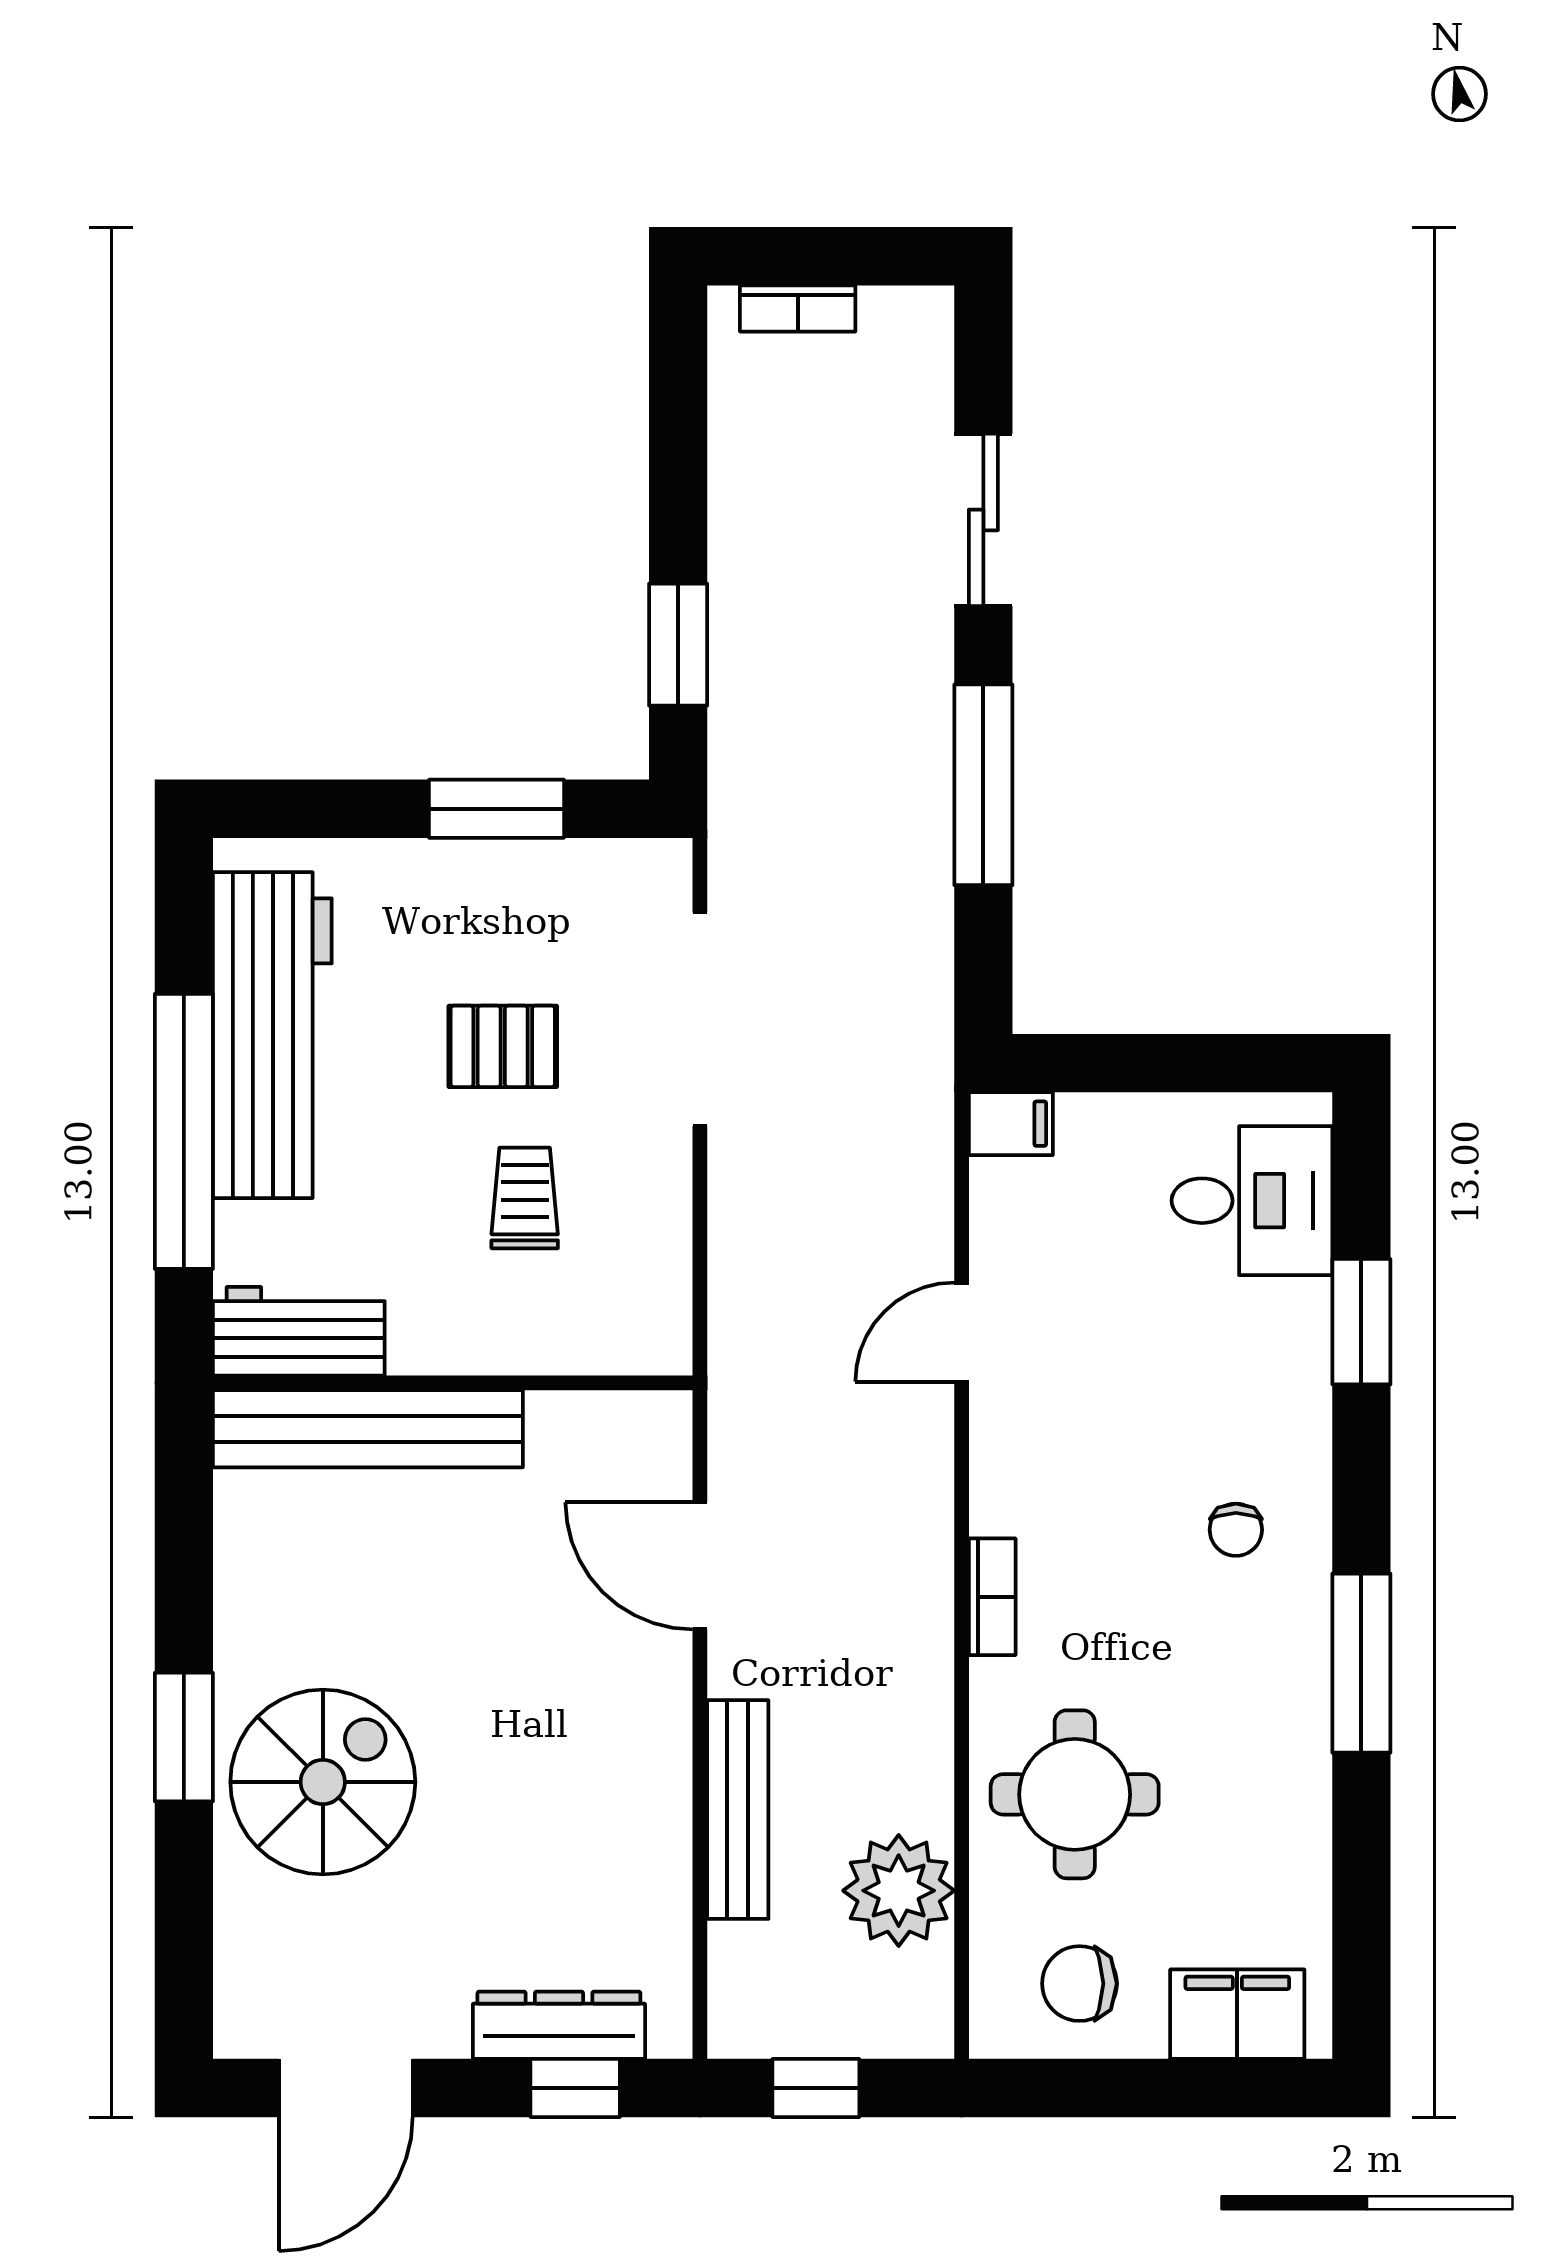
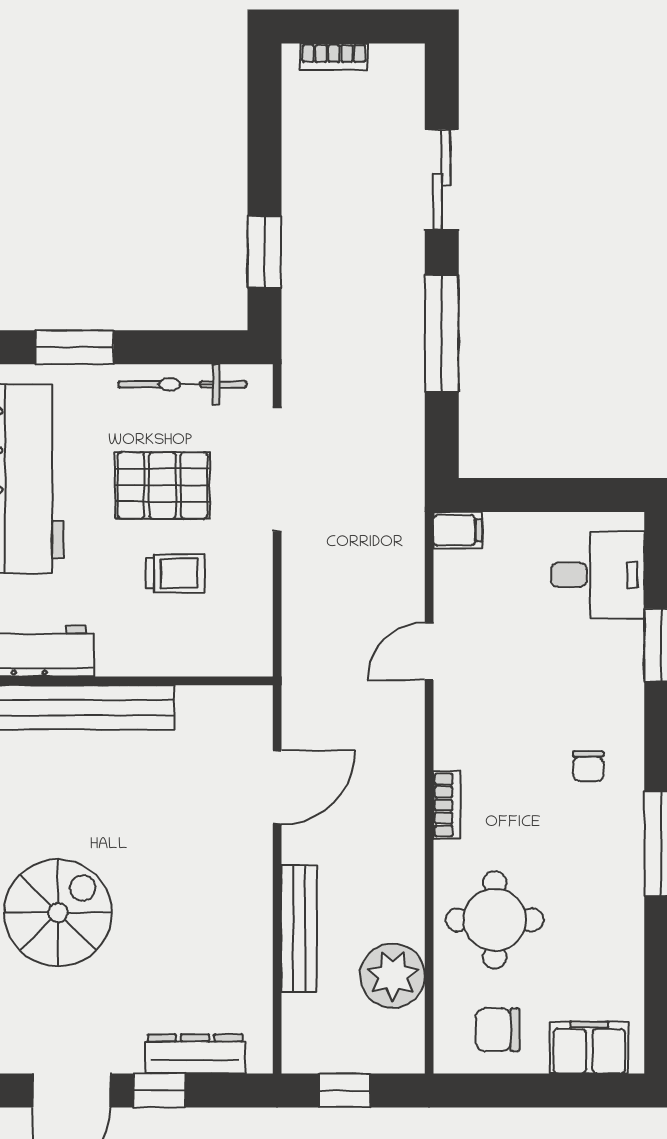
window: (497, 809) -> (74, 347), moved
bicycle: (537, 873) -> (182, 384), added
pallet: (503, 1046) -> (163, 485), width x1.50, depth x1.42
trolley: (525, 1198) -> (175, 573), turned 90
door: (700, 1566) -> (277, 787), swing flipped
window: (575, 2088) -> (160, 1090), moved

